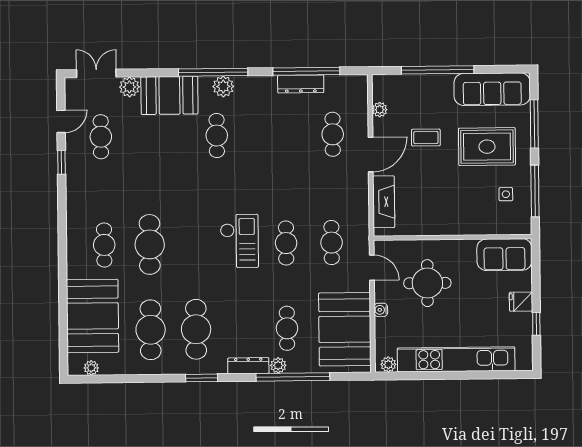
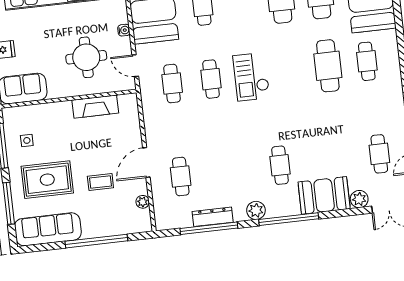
plant: (223, 86) -> (256, 210), moved
fireplace: (384, 202) -> (95, 107), moved, turned -90

